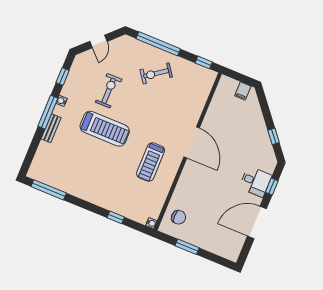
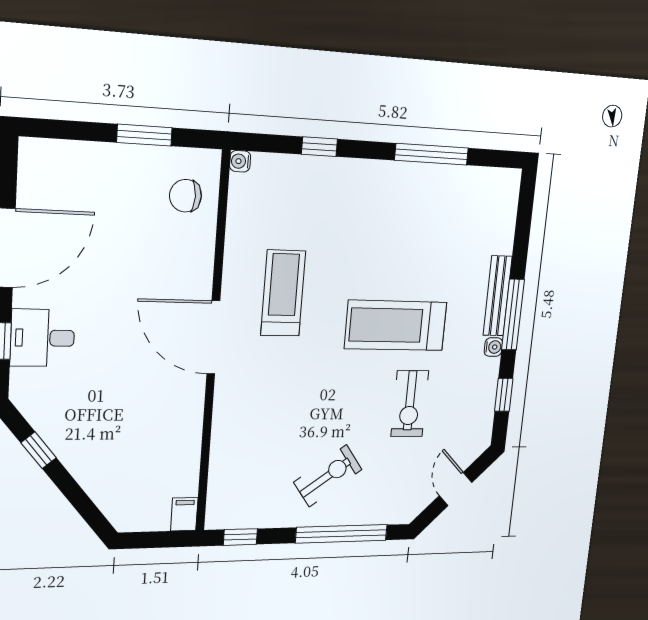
filing cabinet: (243, 91) -> (184, 514), moved
bench: (51, 128) -> (498, 296), width x1.36
door: (192, 142) -> (213, 338), moved
window: (49, 190) -> (432, 154), moved

